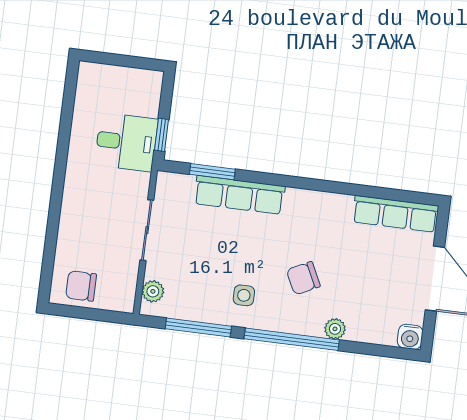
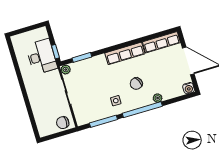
desk: (126, 142) -> (42, 57), width x1.37
row of seats: (239, 195) -> (125, 53), moved
chair: (81, 286) -> (63, 123), moved
plant: (153, 291) -> (66, 70), moved

